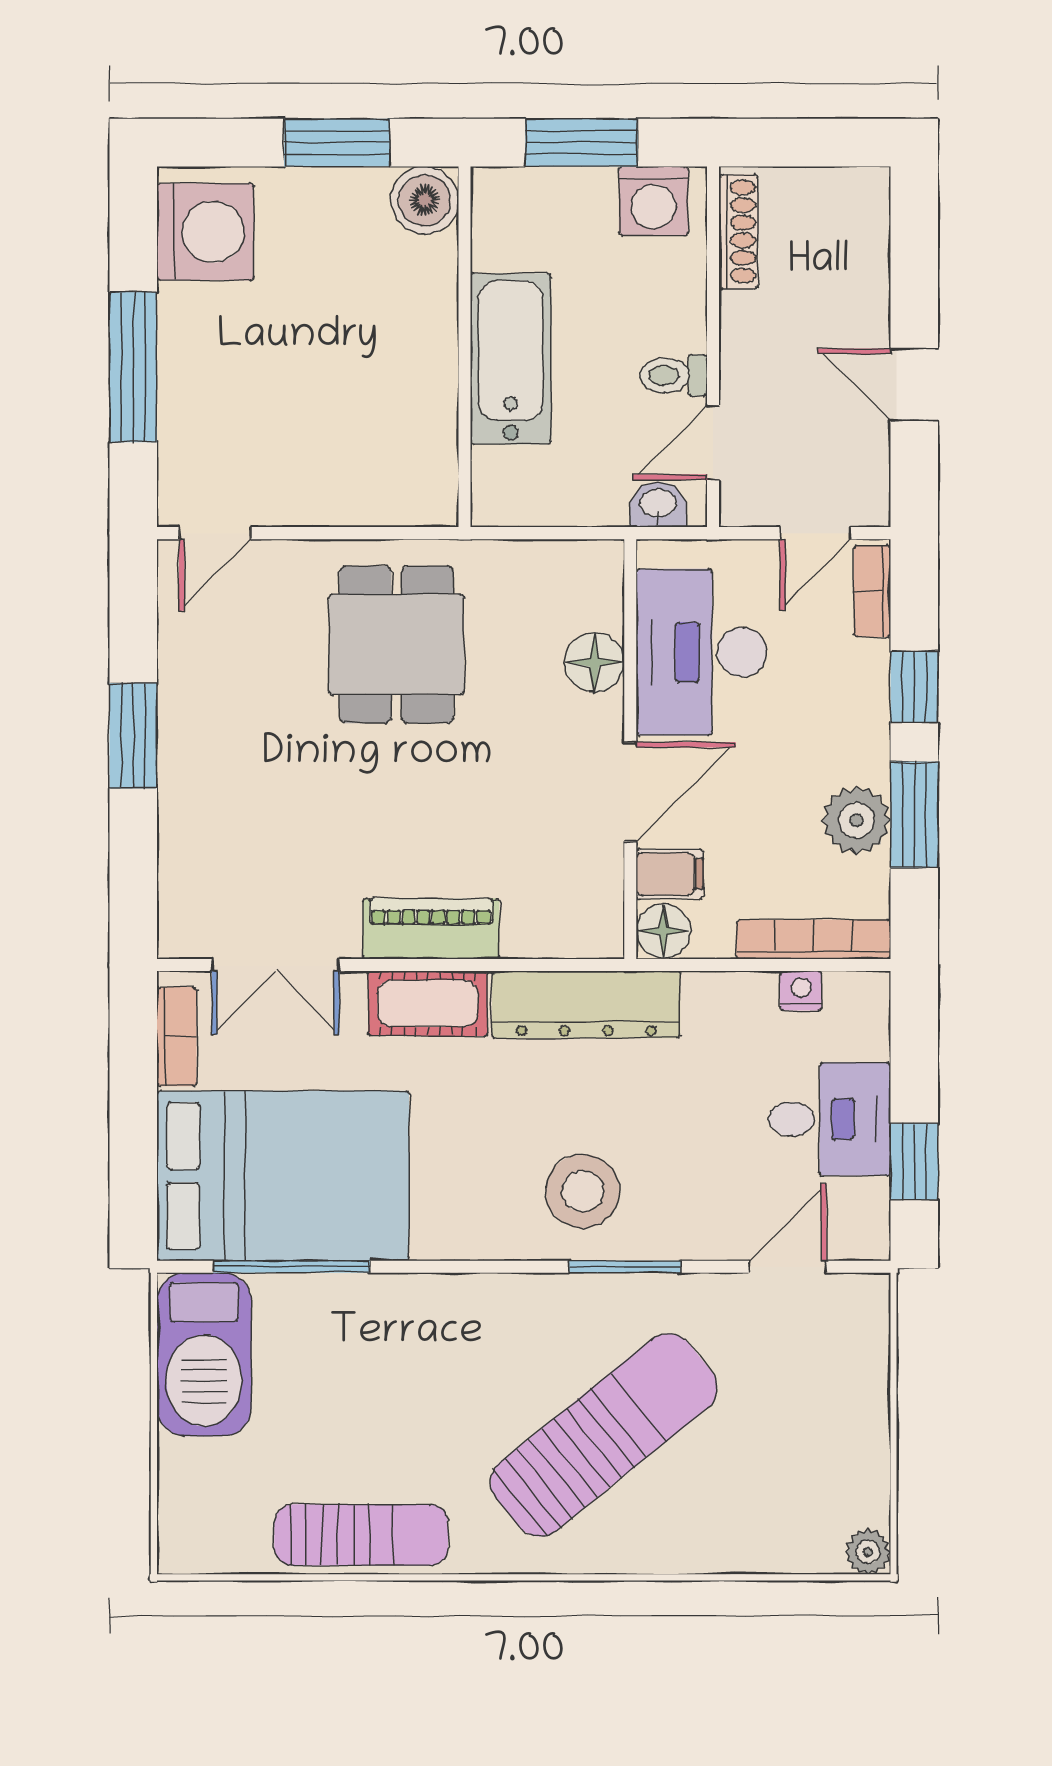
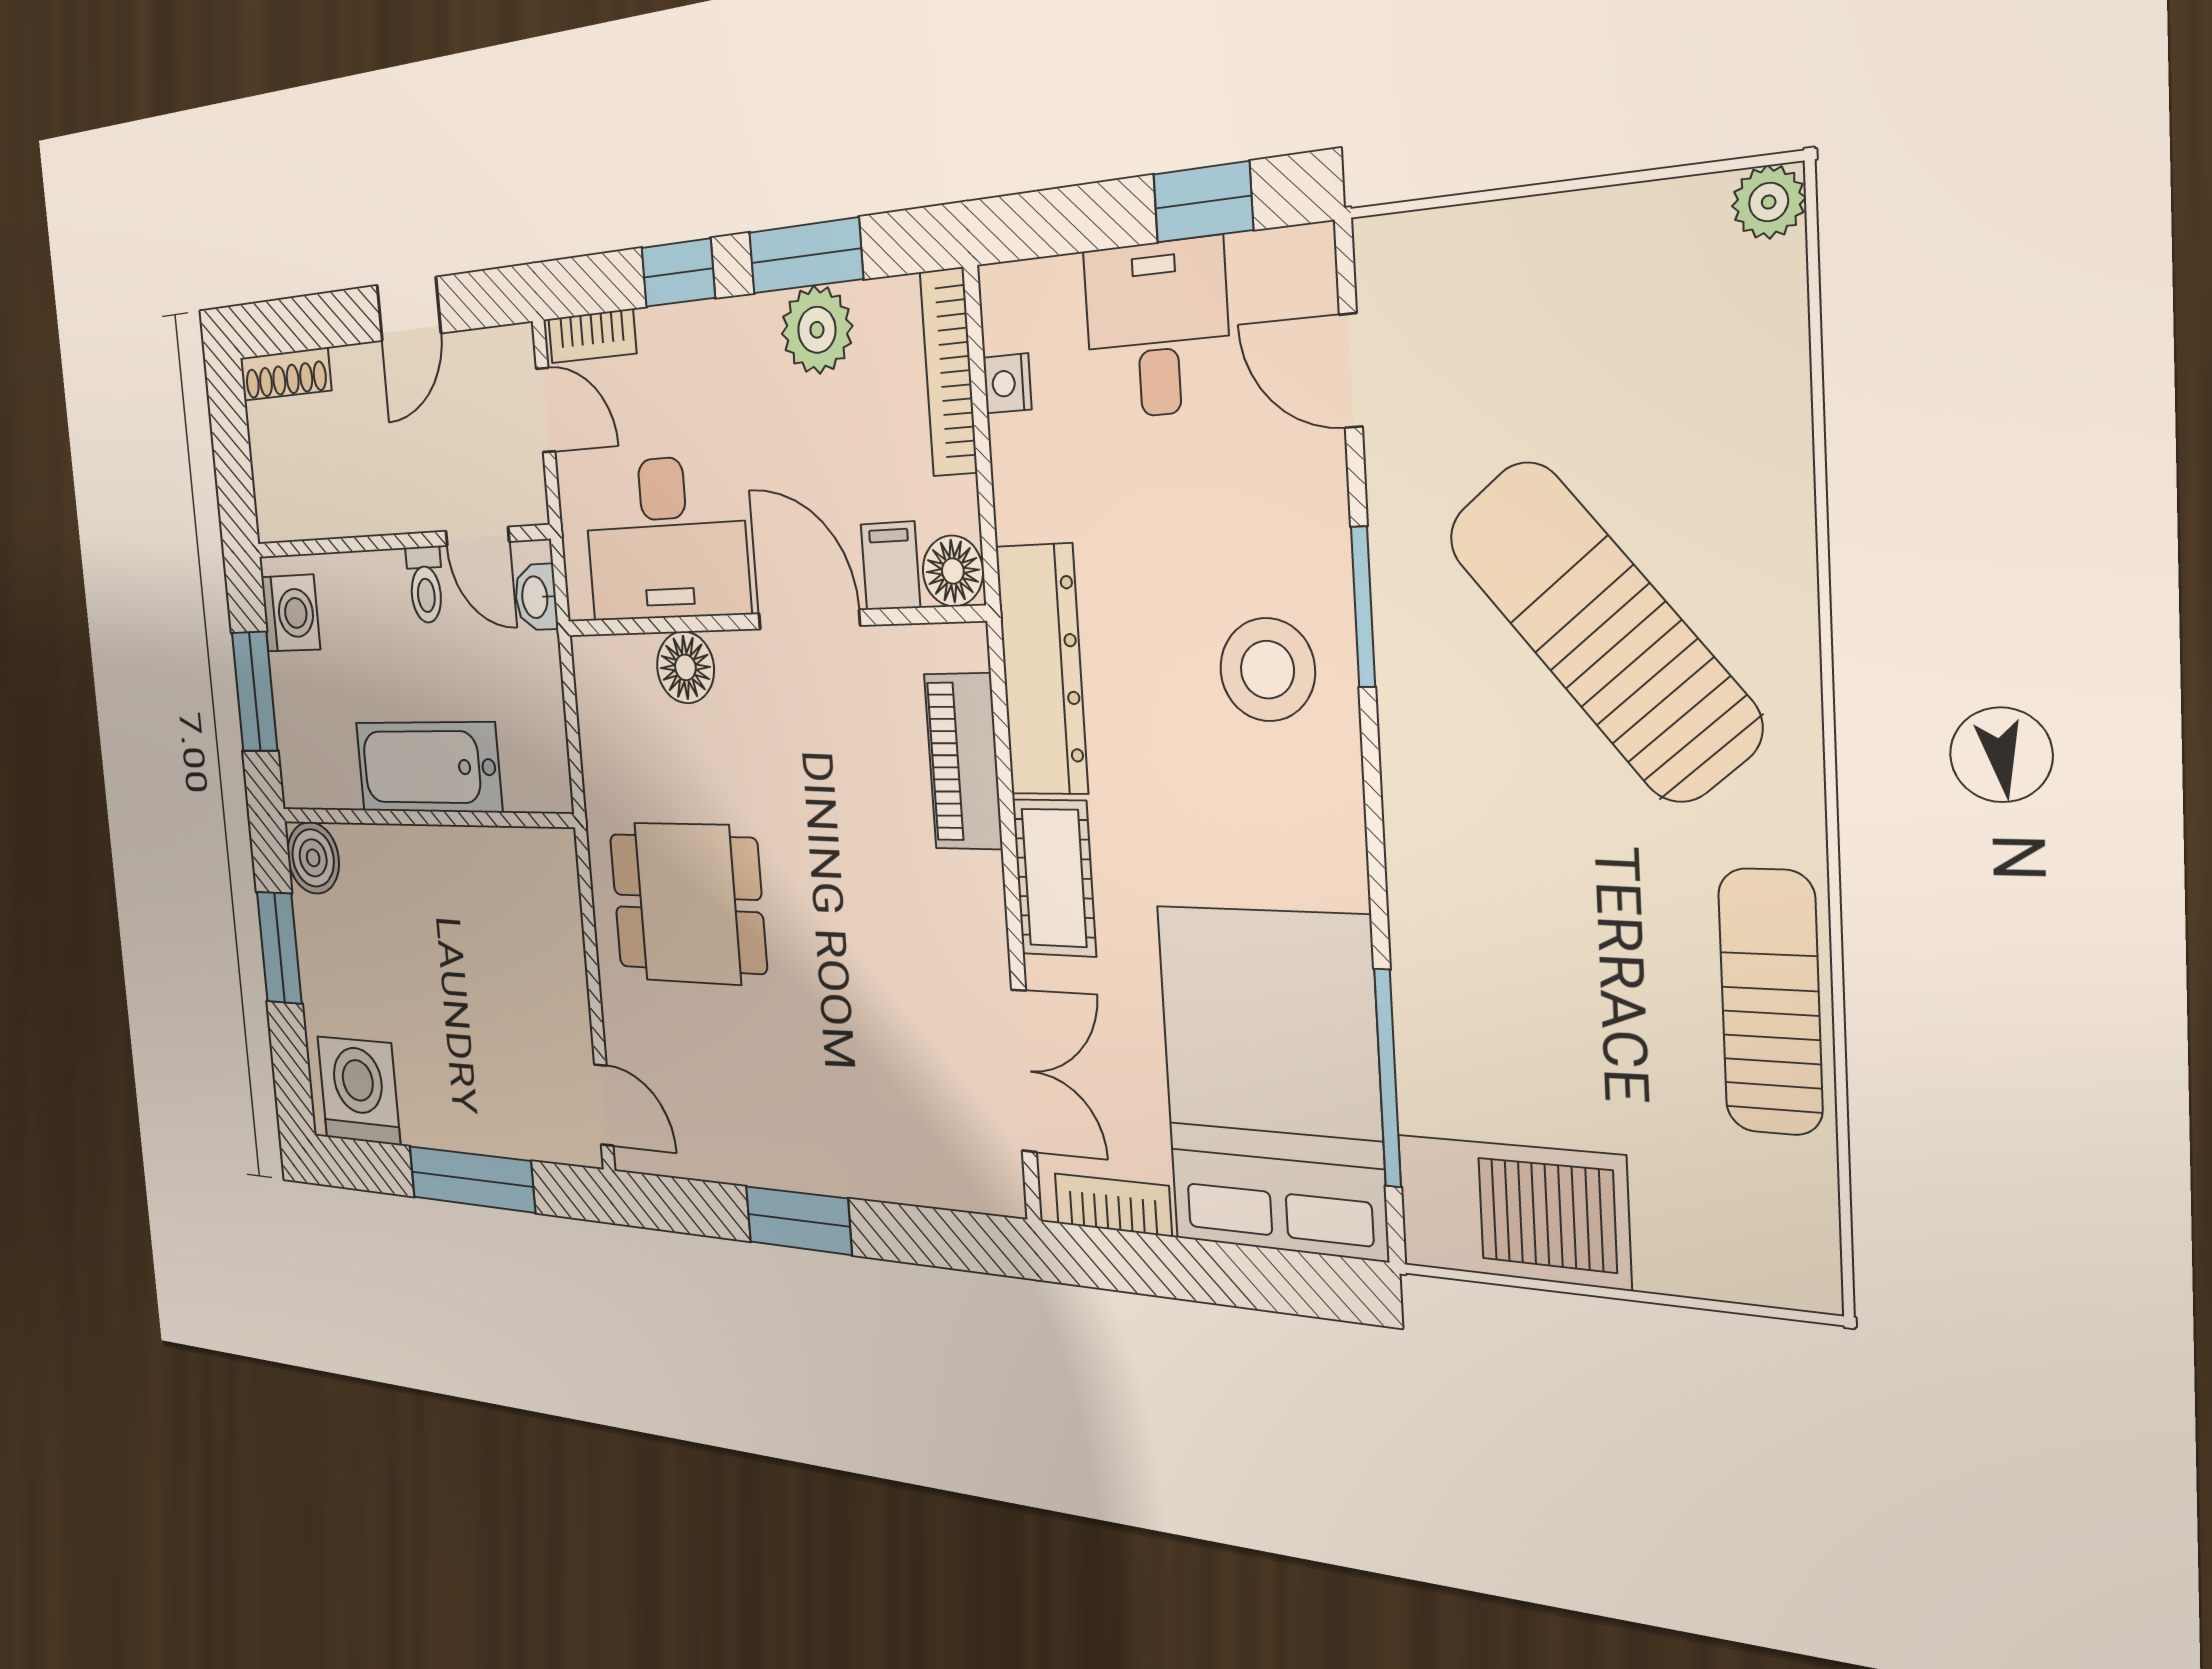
shoe rack: (738, 232) -> (285, 374), moved, turned 180
piano: (431, 929) -> (963, 761), moved

